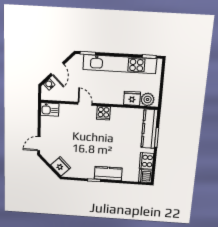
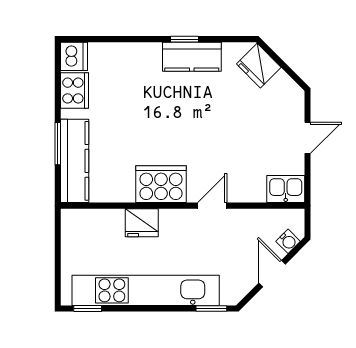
fridge: (132, 98) -> (142, 223), moved
plant: (148, 99) -> (84, 222), removed
door: (85, 104) -> (212, 206), swing flipped
cooker: (103, 113) -> (161, 184), width x1.87, depth x1.31
door: (39, 144) -> (308, 138), moved
kitchen counter: (108, 173) -> (192, 57), moved

